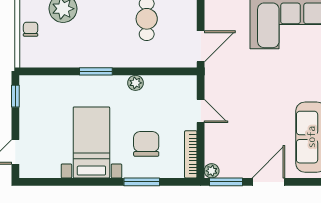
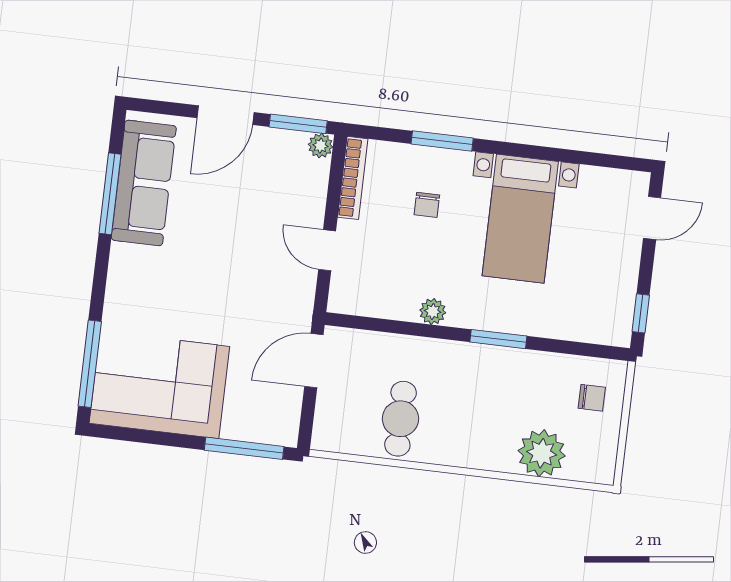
chair: (31, 29) -> (592, 398), moved, turned -90
chair: (146, 144) -> (427, 205), width x0.54, depth x0.54

